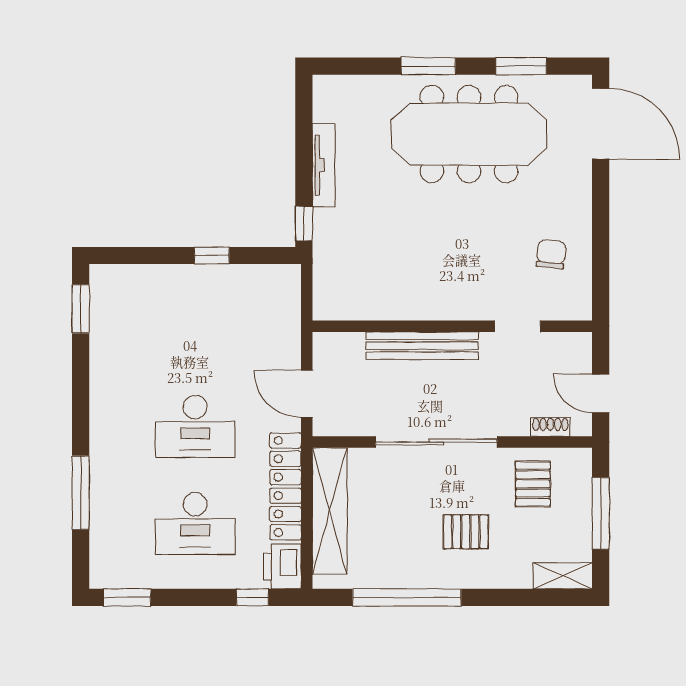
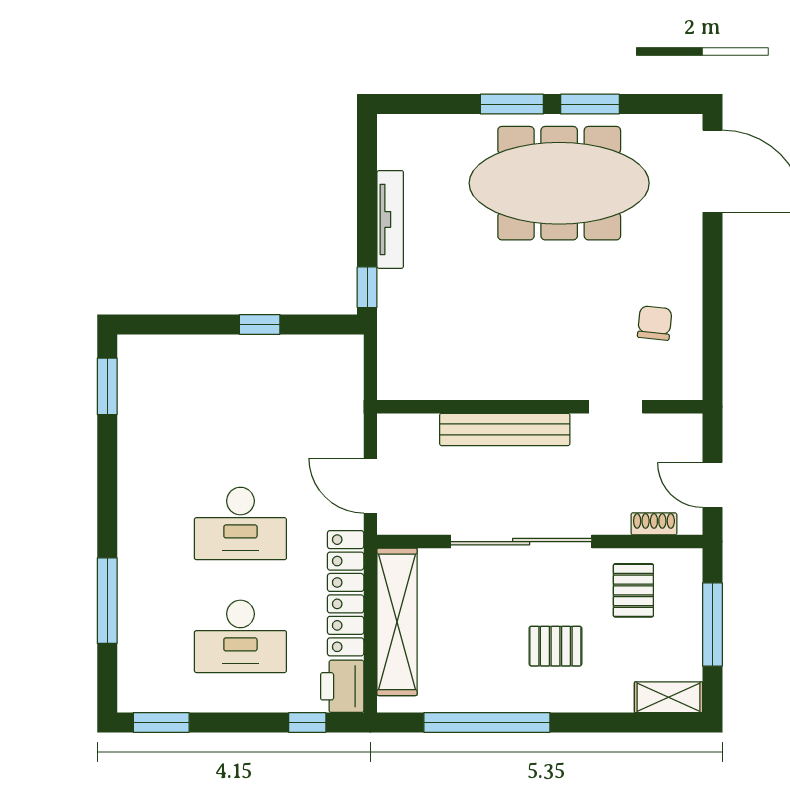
window: (521, 66) -> (590, 104), moved

